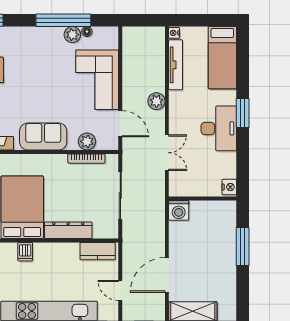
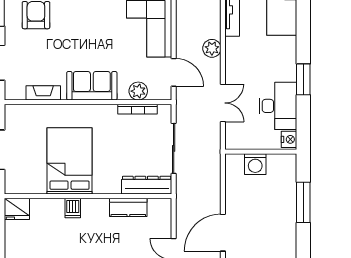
window: (243, 113) -> (303, 79), moved
desk: (219, 128) -> (278, 106), moved
washing machine: (179, 210) -> (255, 164), moved
dresser: (68, 230) -> (147, 185), moved
kitchen counter: (98, 251) -> (128, 207), moved

